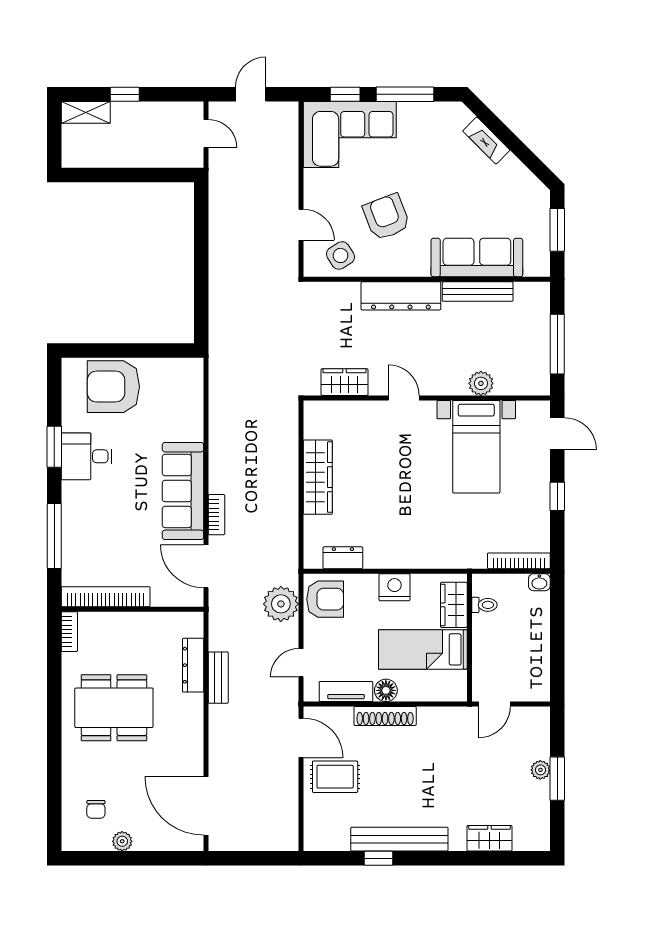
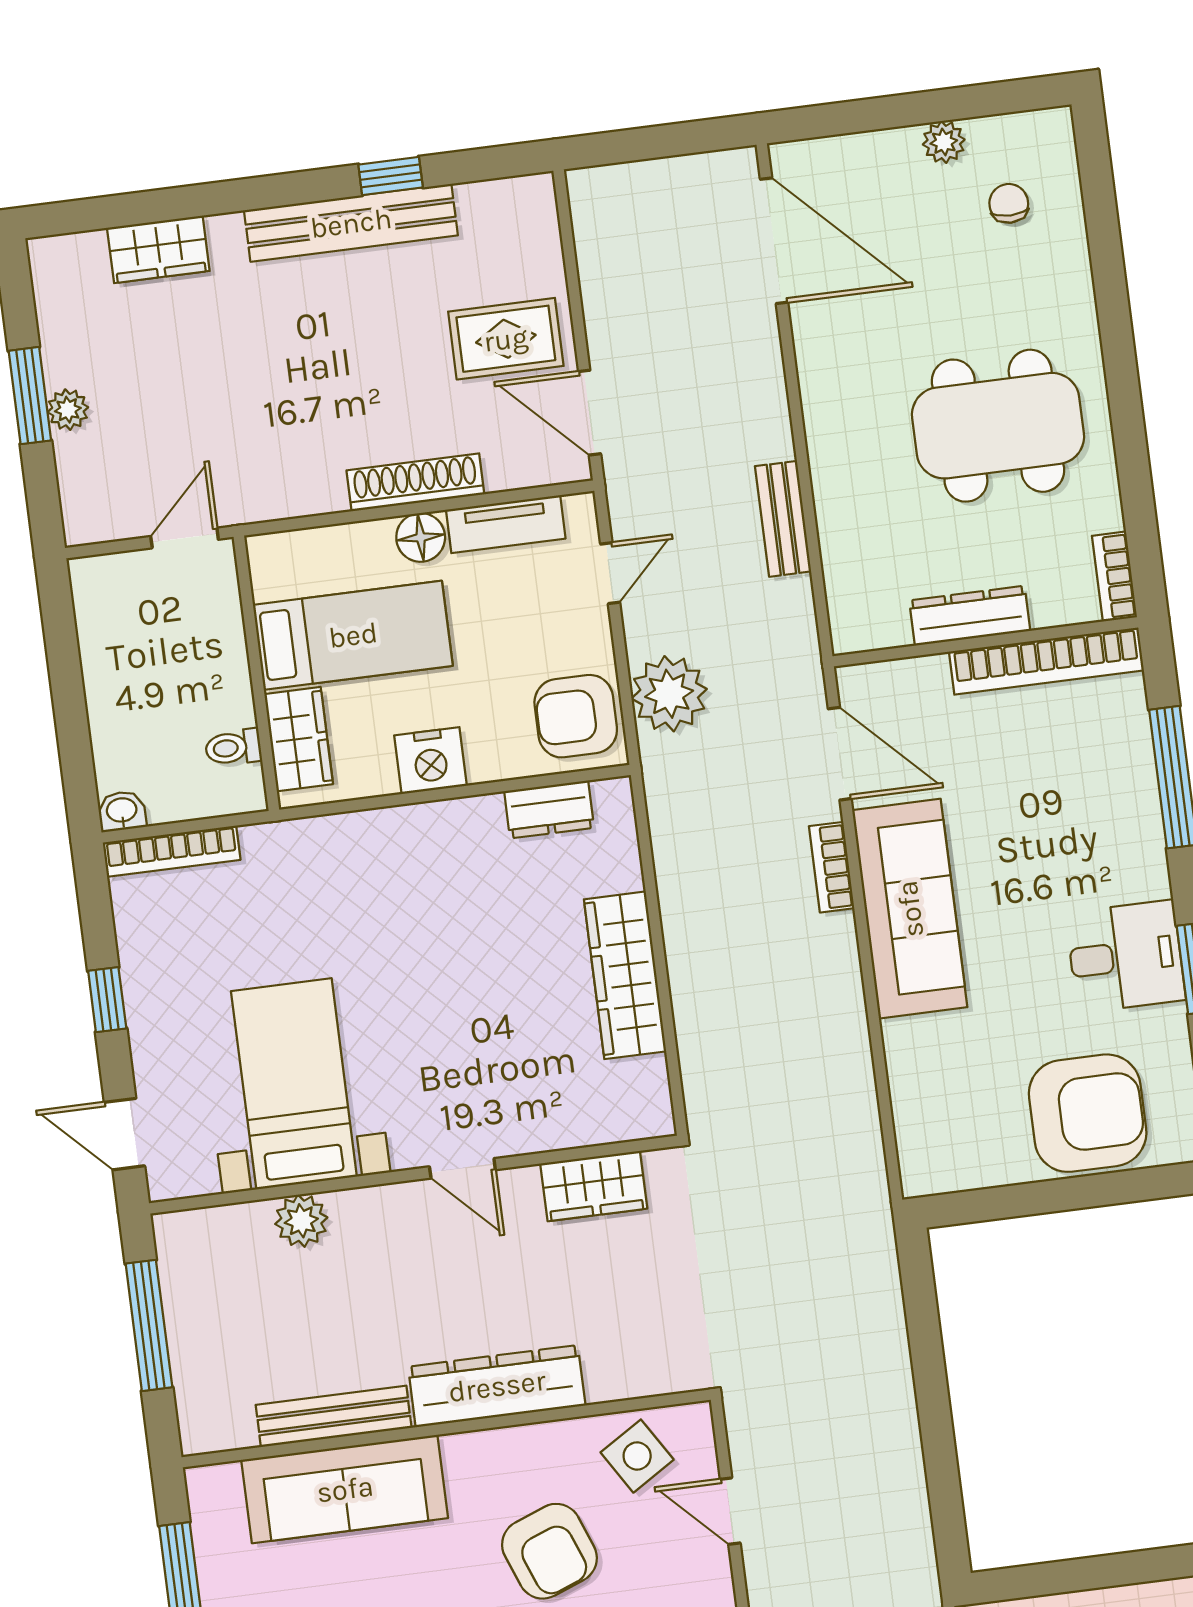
dresser: (193, 665) -> (970, 616), moved, turned -90

